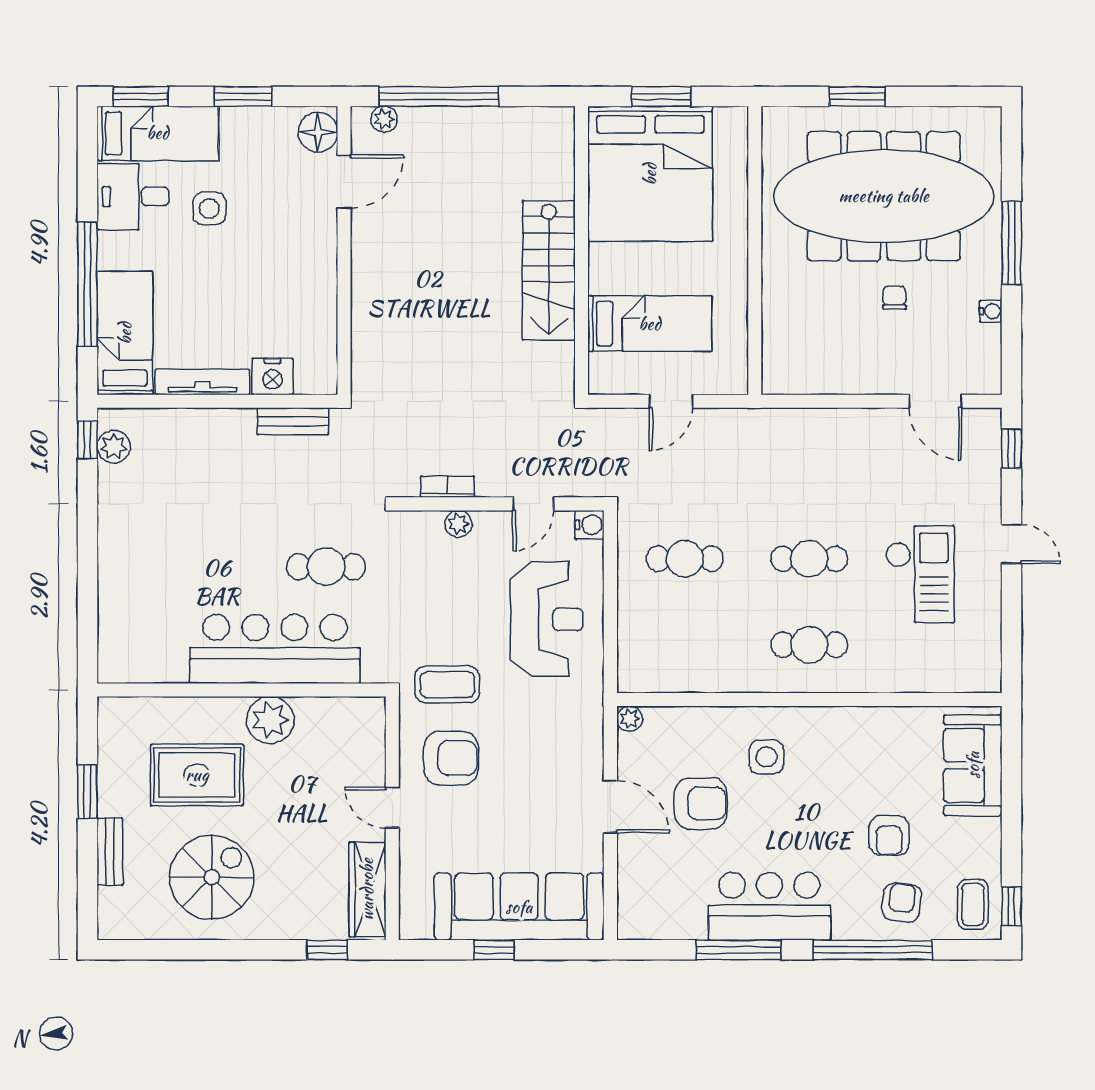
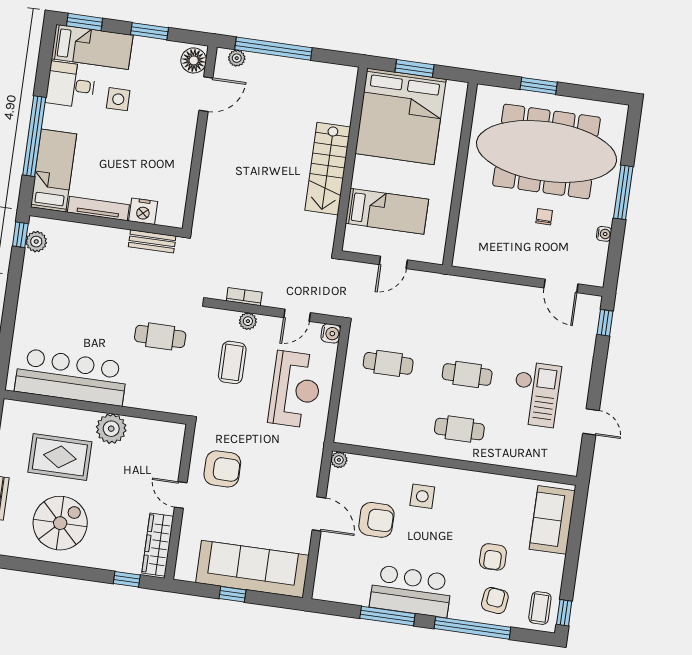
door: (1011, 544) -> (591, 422), moved
bar counter: (275, 649) -> (71, 377), moved
coffee table: (447, 685) -> (232, 362), moved, turned 90

